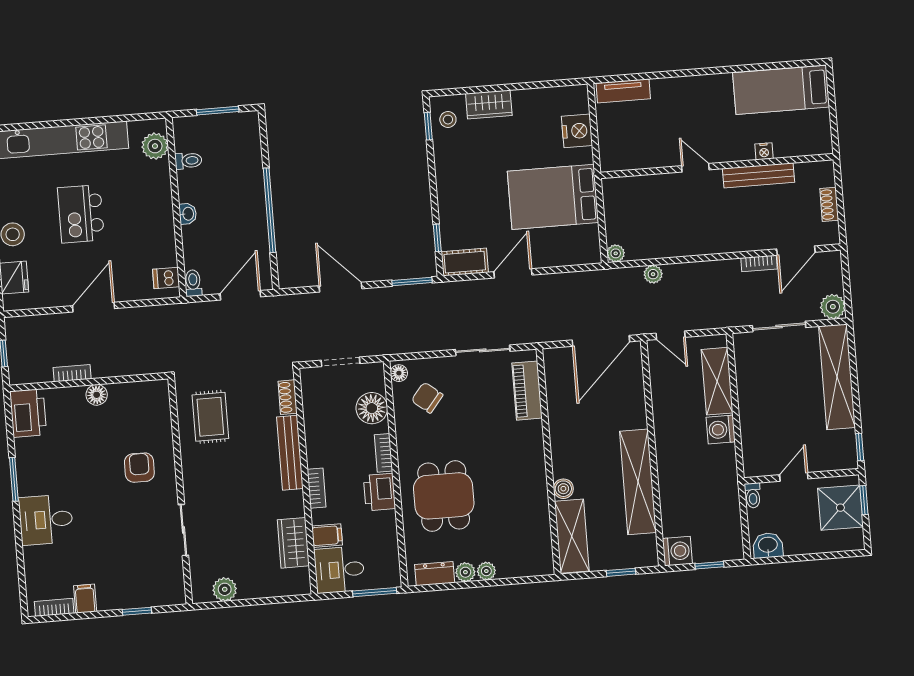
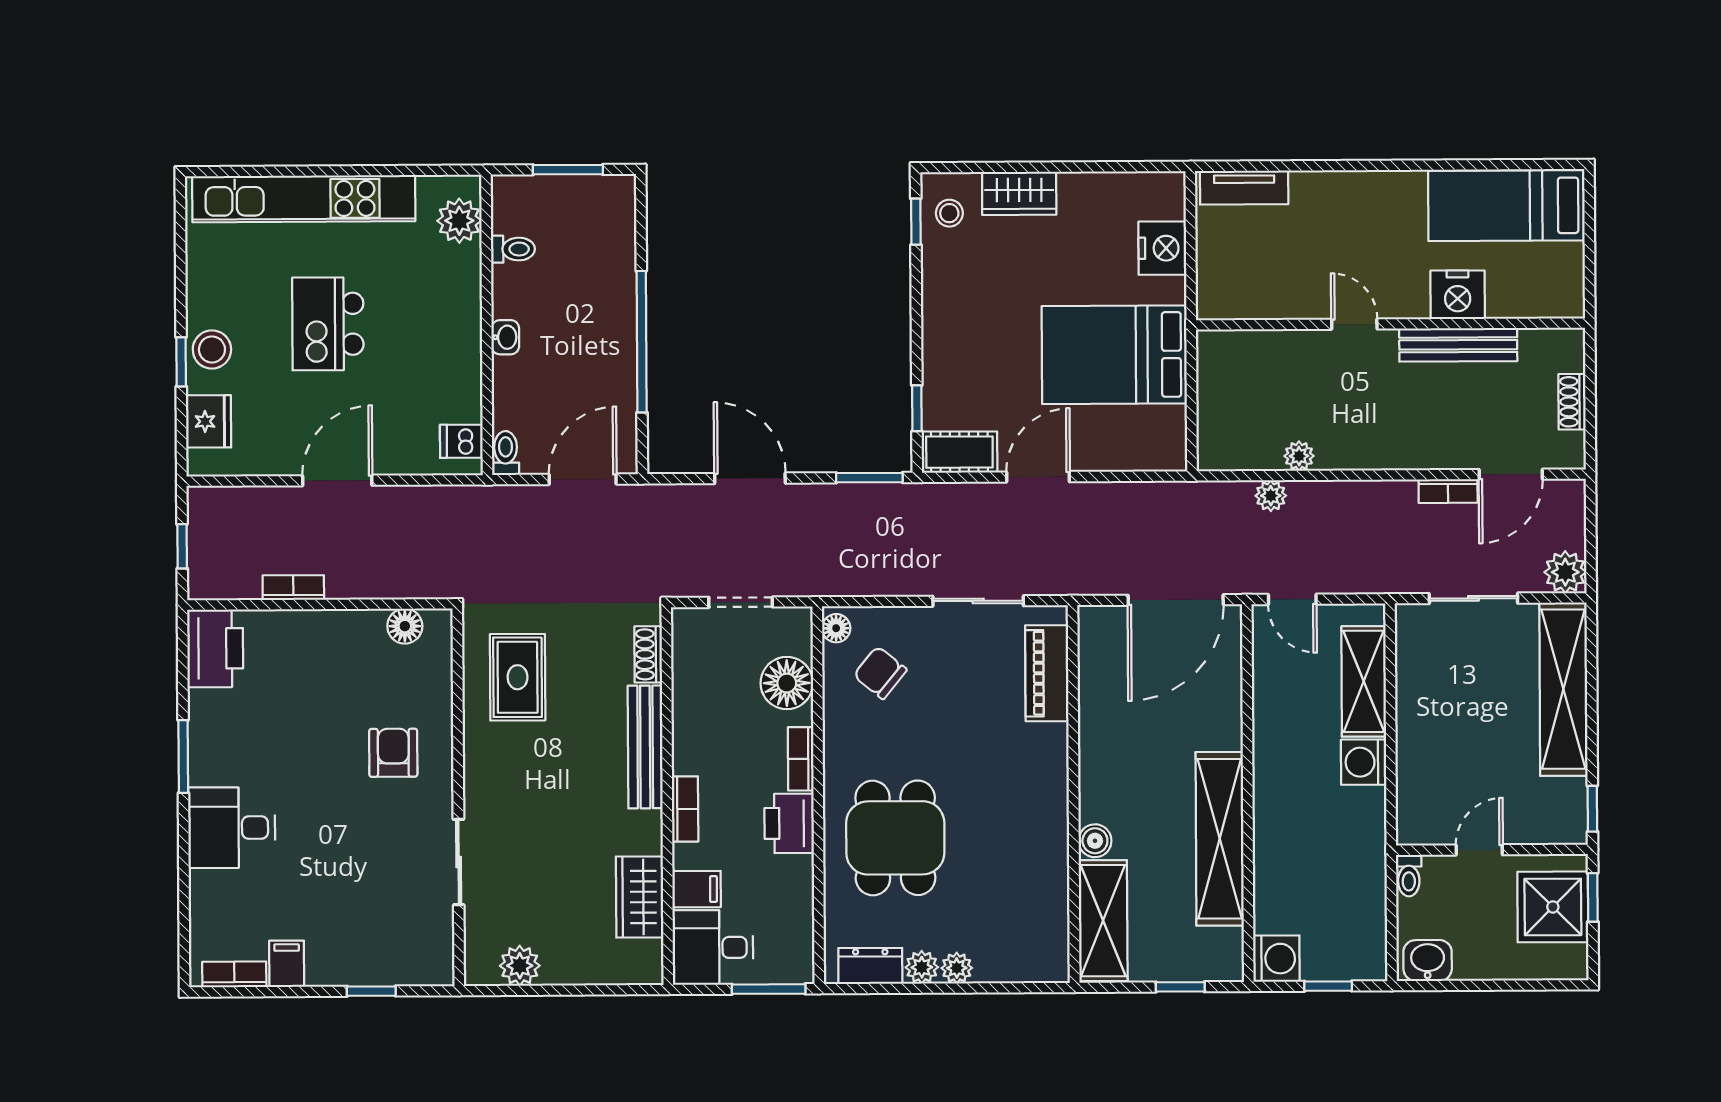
nightstand: (764, 151) -> (1458, 295), width x1.89, depth x1.79
plant: (616, 253) -> (1299, 456), moved
floor lamp: (97, 395) -> (405, 626), moved

